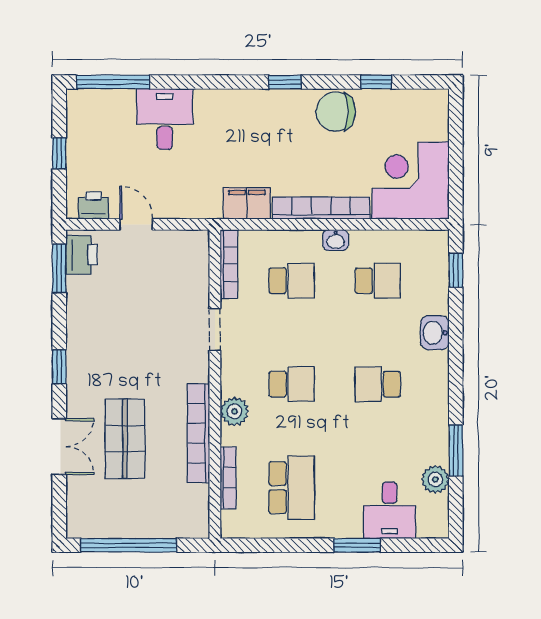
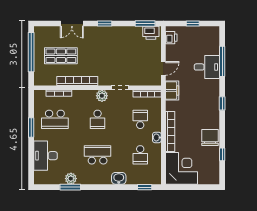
window: (113, 82) -> (222, 61), moved
window: (285, 82) -> (222, 103), moved
filing cabinet: (247, 203) -> (172, 90), moved
door: (136, 224) -> (163, 68), moved
school desk: (292, 281) -> (140, 119), turned 180
school desk: (378, 384) -> (98, 155), width x1.85
plant: (234, 411) -> (102, 96), moved
shop shelf: (125, 439) -> (61, 56), moved
plant: (435, 479) -> (71, 179), moved
desk: (390, 510) -> (46, 156), width x1.37
window: (357, 545) -> (31, 128), moved

